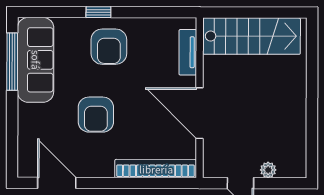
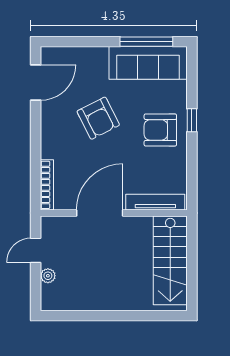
tv unit: (188, 52) -> (155, 202), width x1.41
armchair: (96, 115) -> (98, 118), turned -117
bookcase: (156, 169) -> (47, 185), width x0.68, depth x0.76

